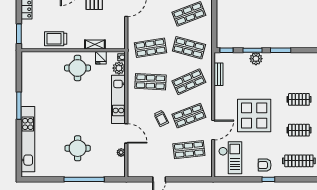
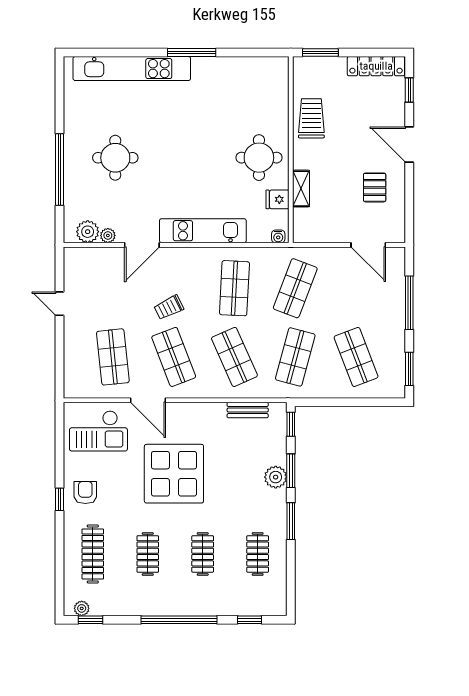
shop shelf: (150, 48) -> (295, 288), turned 30
plant: (119, 68) -> (88, 232), moved
clothes rail: (299, 69) -> (258, 554), added

